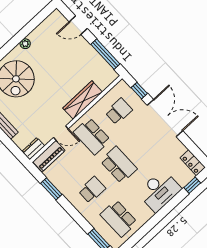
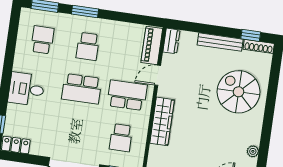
plant: (25, 44) -> (253, 151), moved
window: (51, 189) -> (85, 12), moved
desk: (159, 191) -> (26, 89), width x0.73
school desk: (119, 218) -> (42, 40), width x0.54

